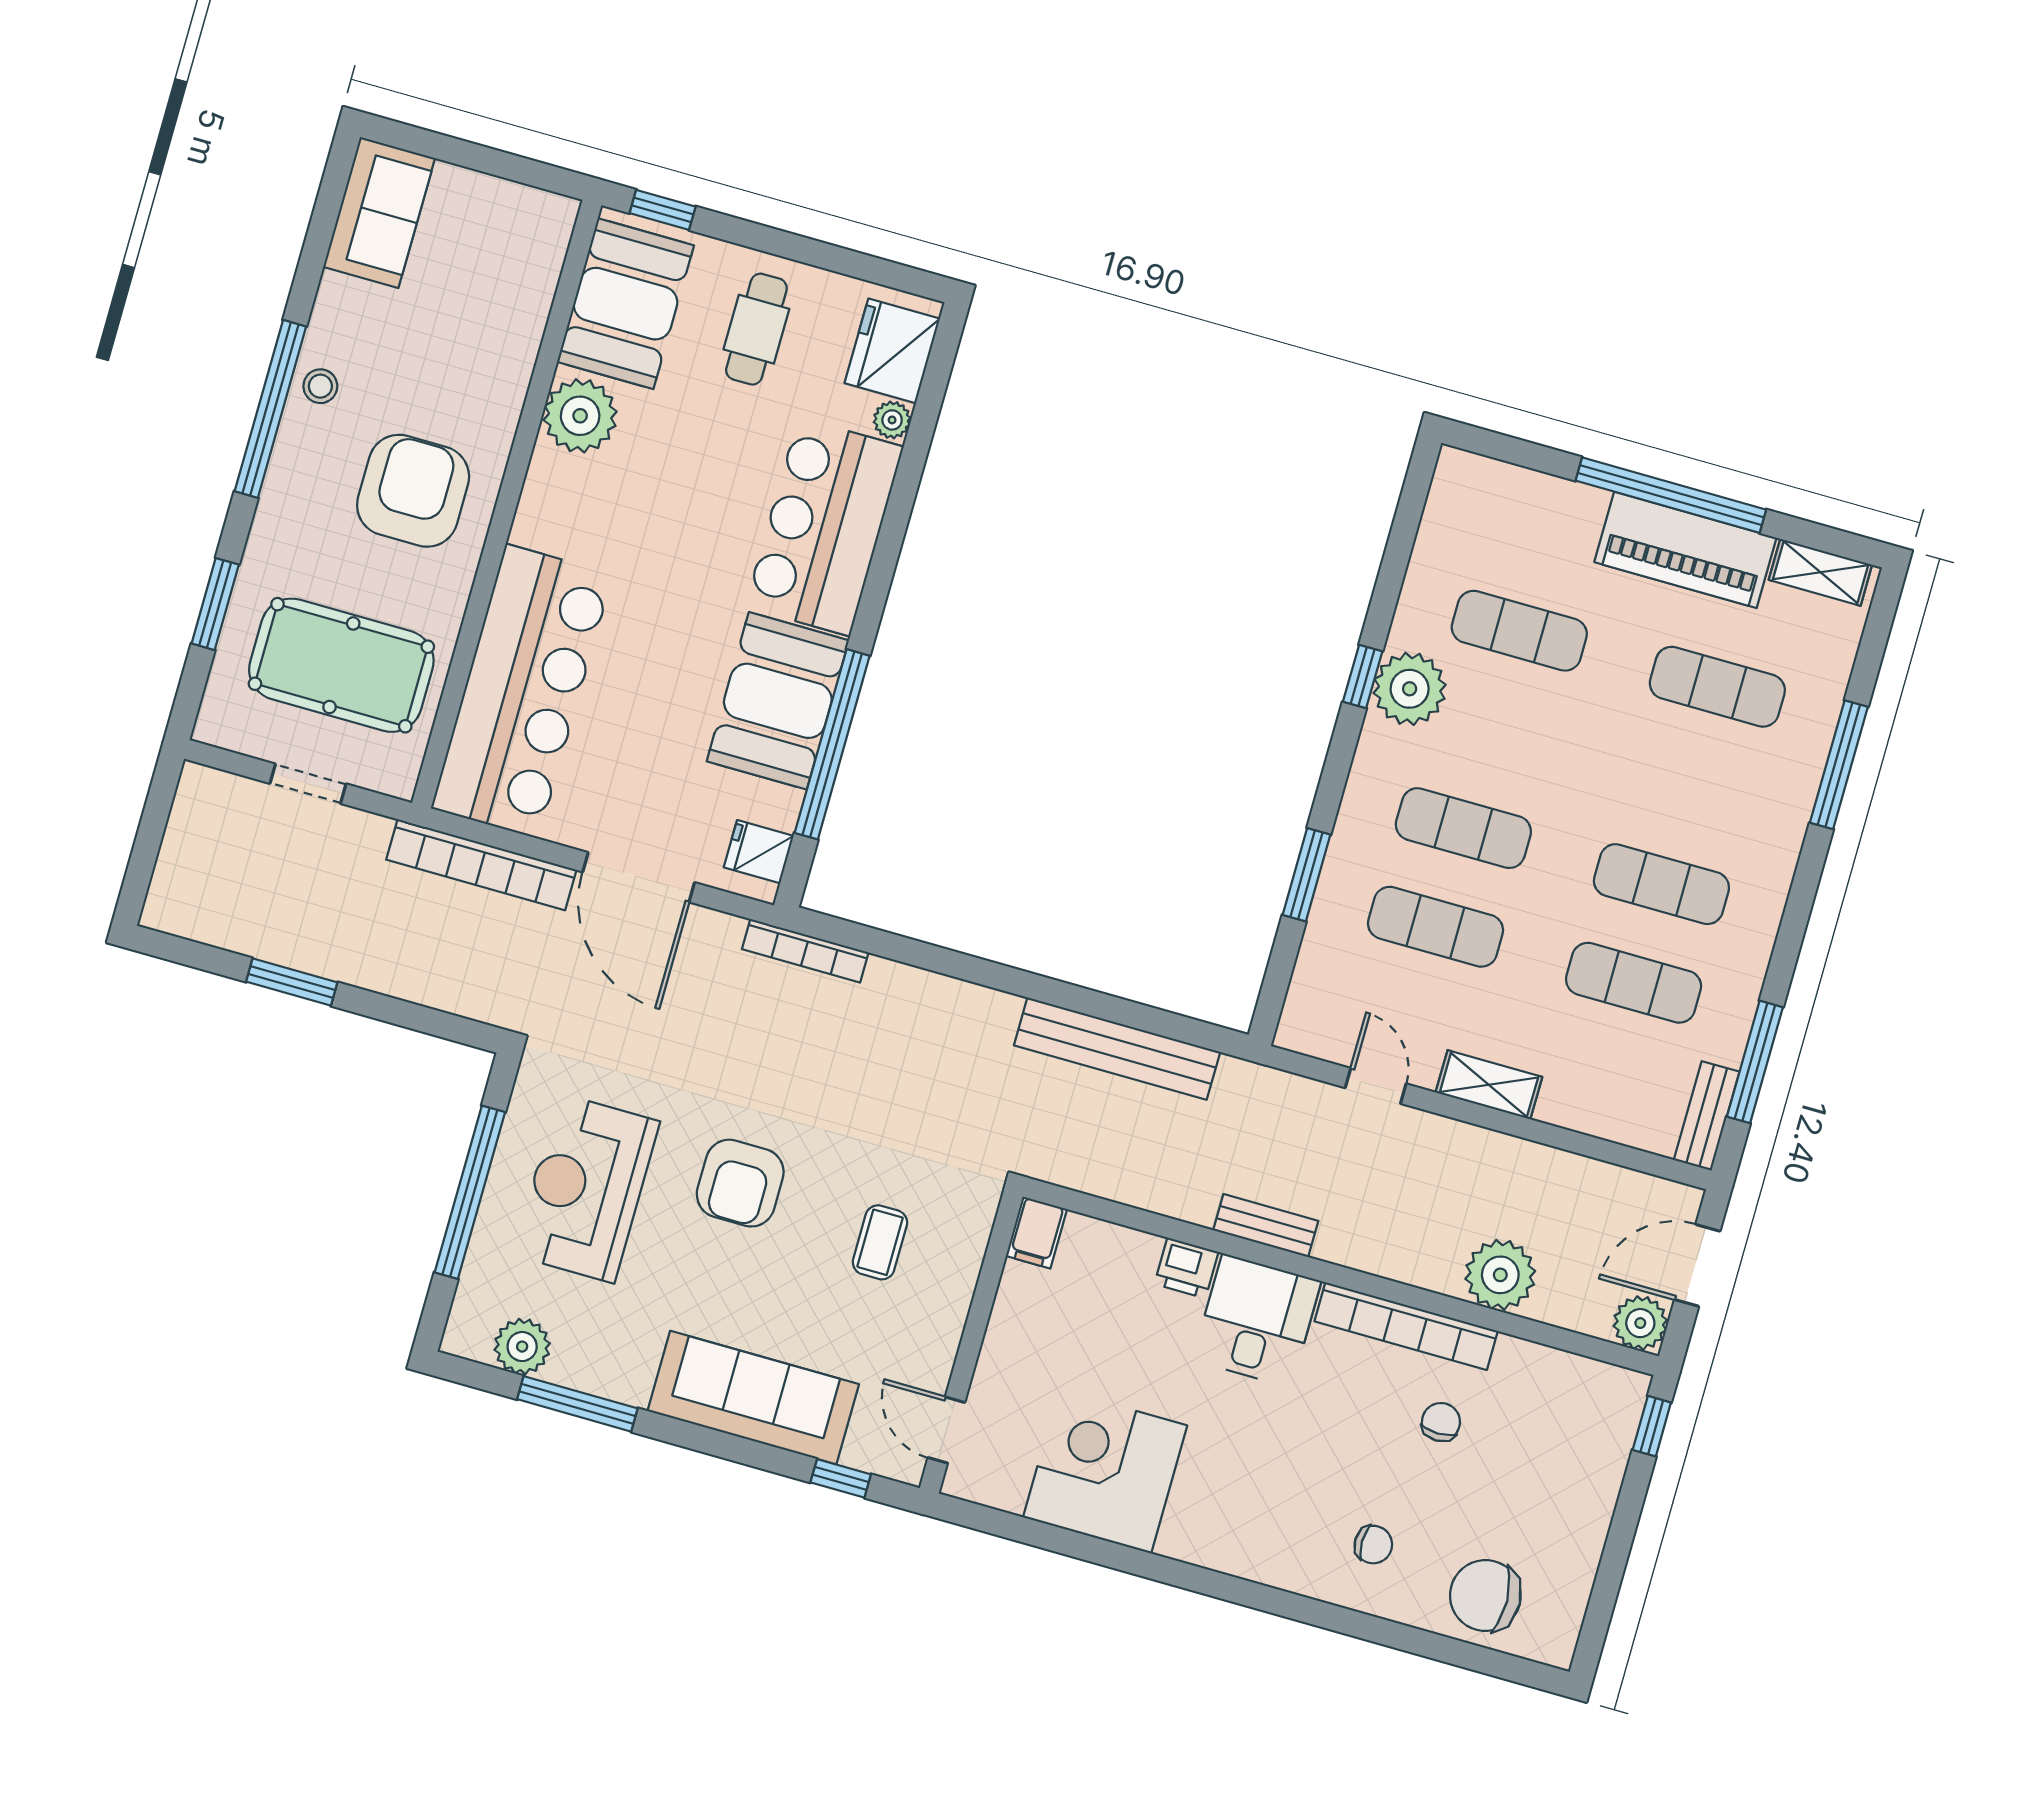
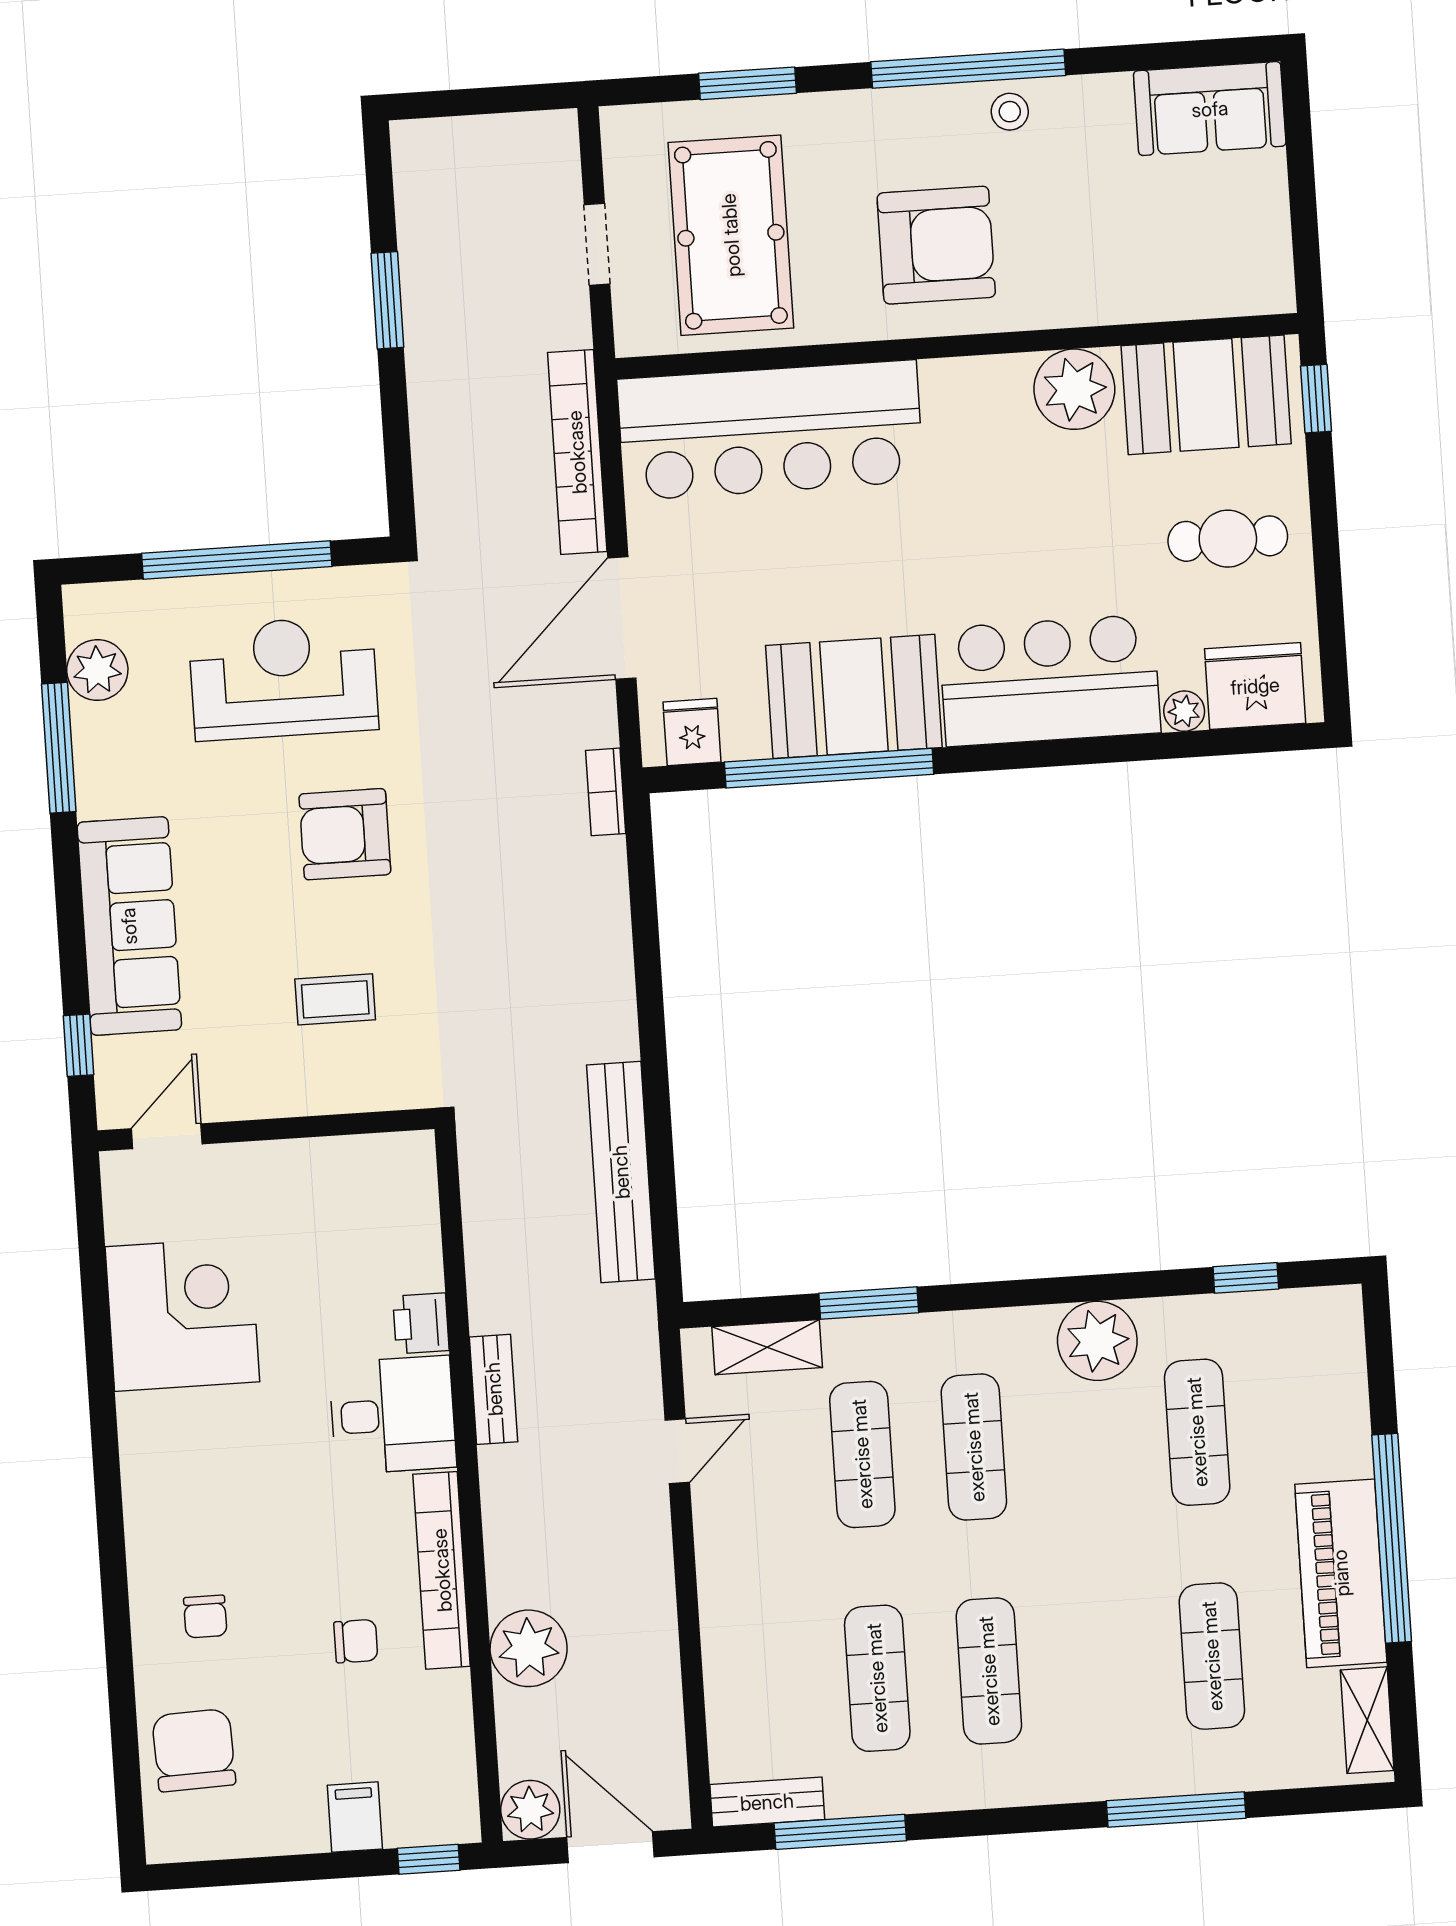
window: (1363, 676) -> (1246, 1278), moved
bookcase: (805, 951) -> (606, 792), width x0.64
shelving: (1489, 1085) -> (767, 1347), moved, turned 90
filing cabinet: (1036, 1233) -> (355, 1817), moved, turned 90

